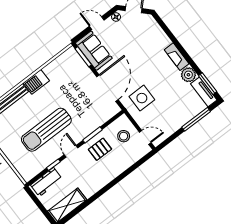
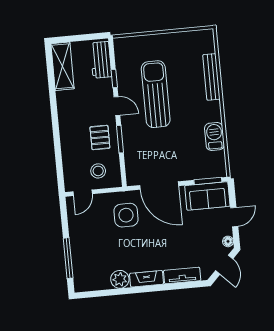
barbecue: (36, 82) -> (214, 136), moved
window: (208, 84) -> (98, 294), removed
tv unit: (204, 92) -> (182, 276), moved

